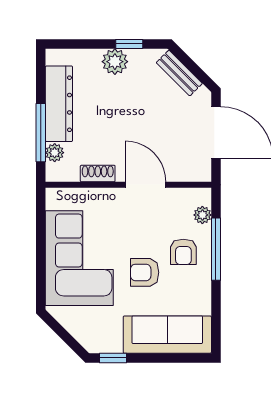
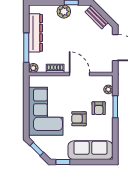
plant: (55, 153) -> (33, 68), moved
window: (216, 249) -> (115, 107), width x0.69
window: (61, 332) -> (37, 149), added

